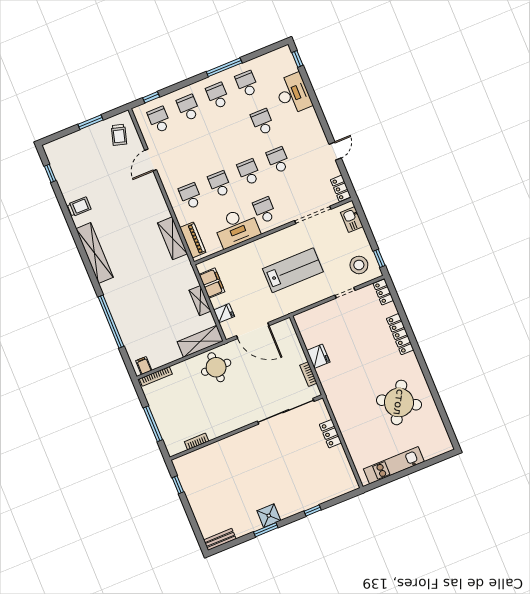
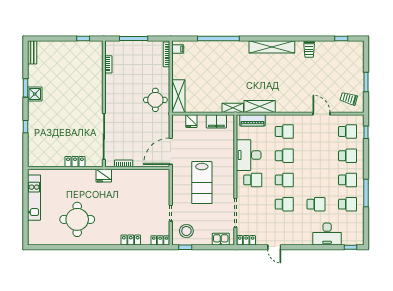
shelving: (200, 301) -> (233, 108), moved
door: (253, 331) -> (171, 151), moved
locker: (400, 334) -> (131, 240), width x0.66
fridge: (318, 356) -> (104, 176), moved
round table: (399, 402) -> (77, 219), turned -30

